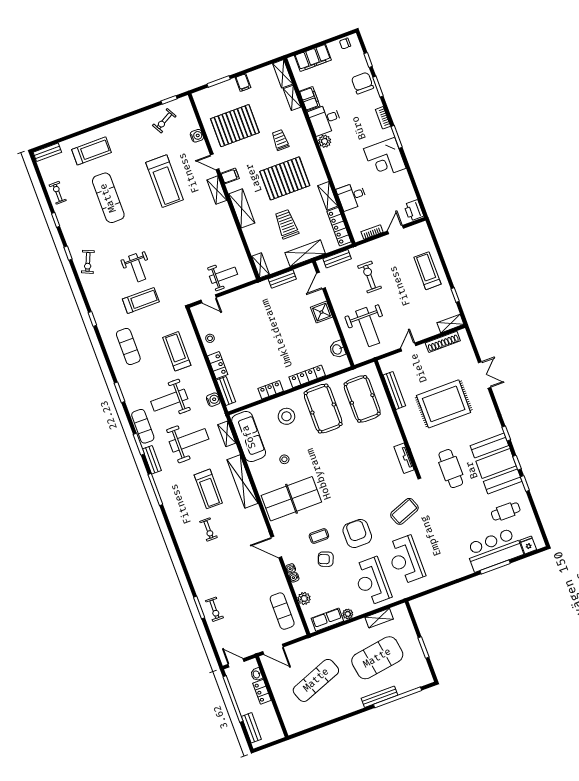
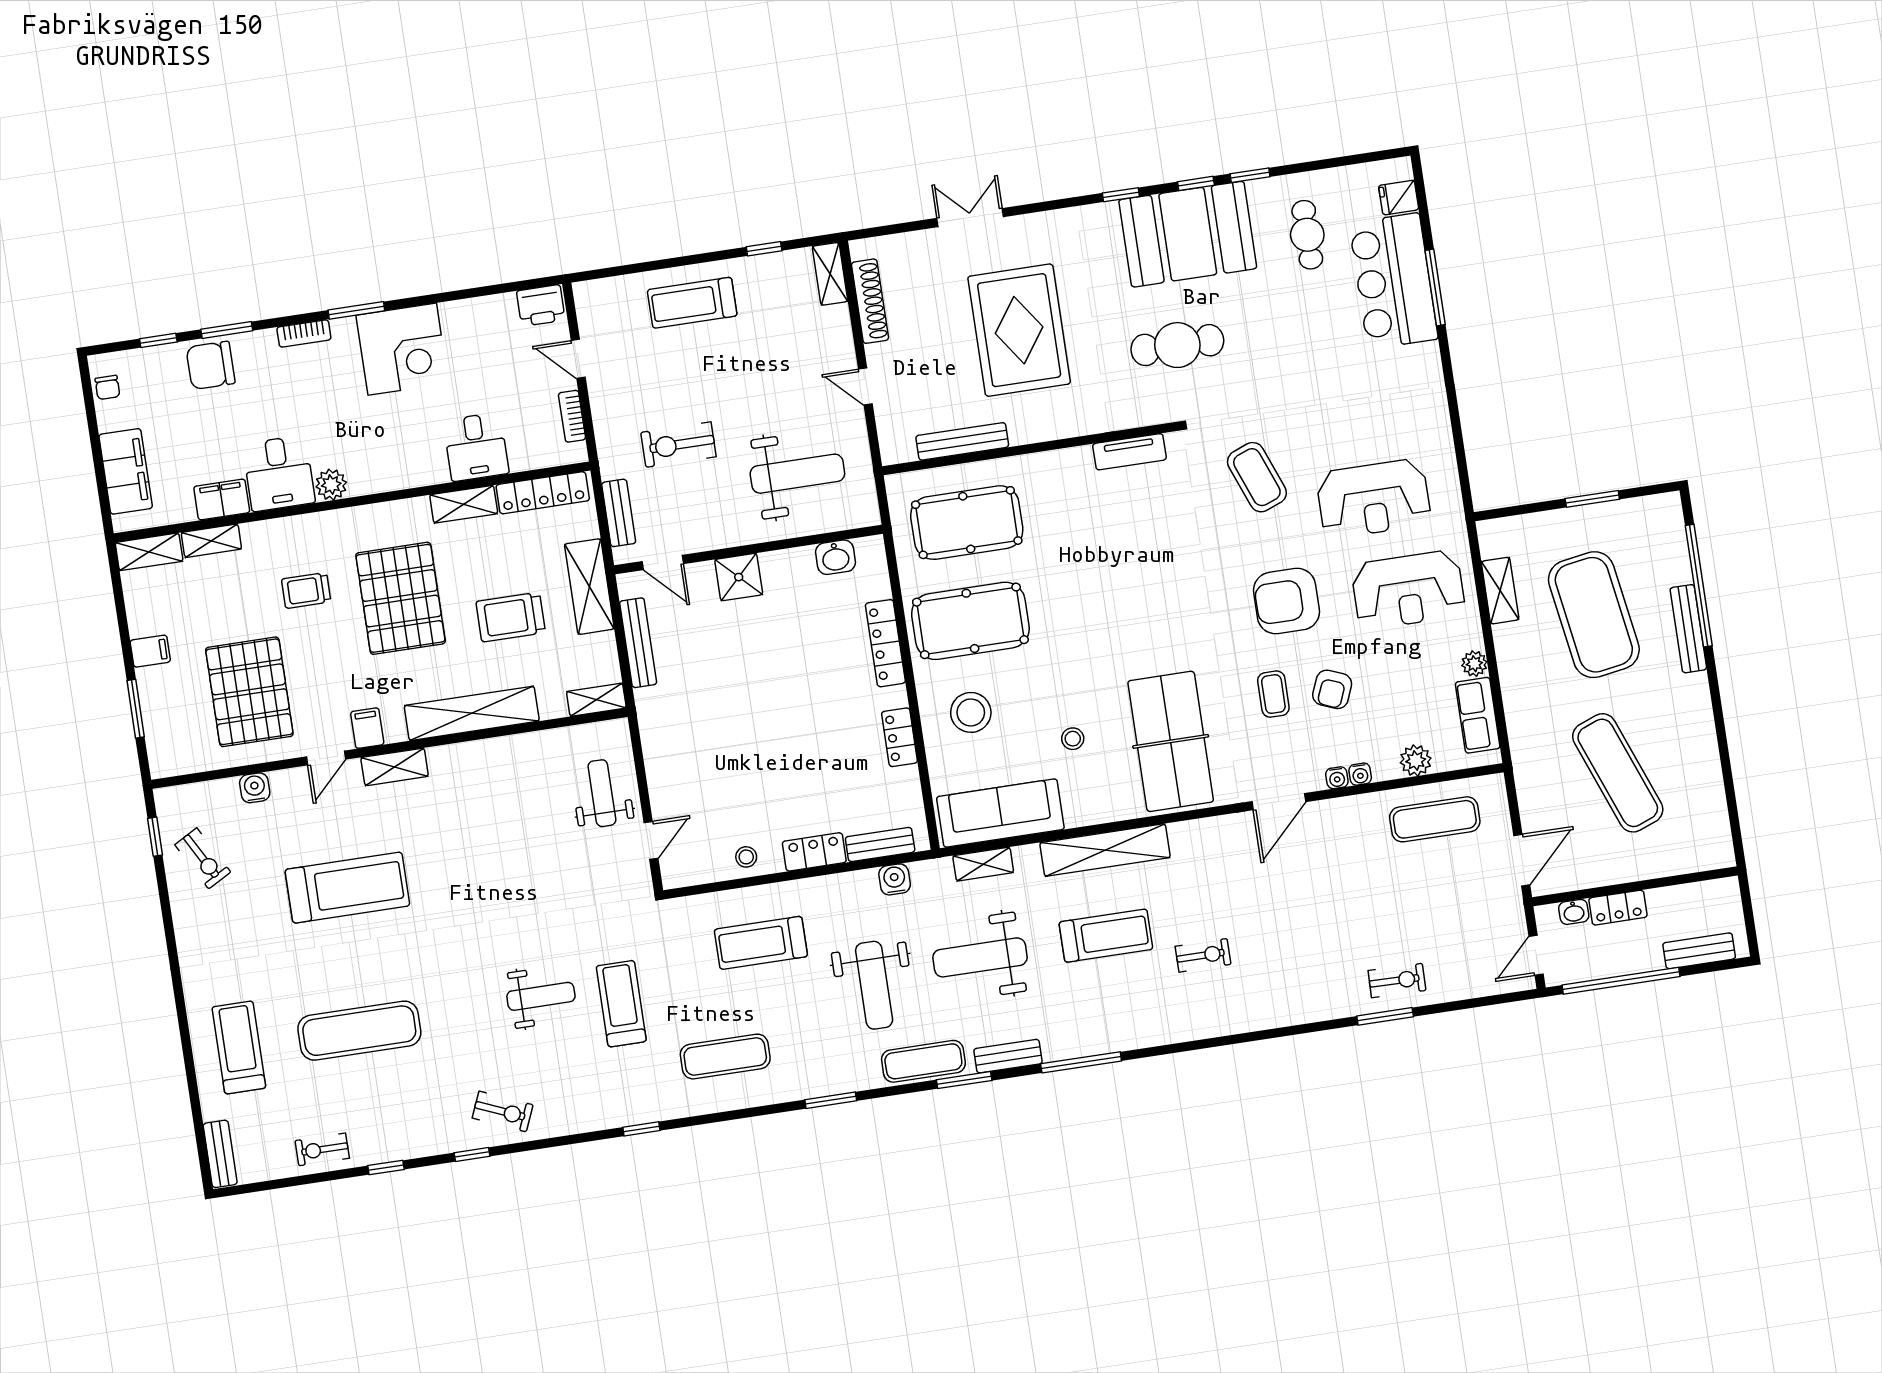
shelving: (242, 208) -> (472, 713), width x1.47
bench: (282, 279) -> (638, 643), width x1.36
weight bench: (189, 440) -> (980, 957), turned -90

